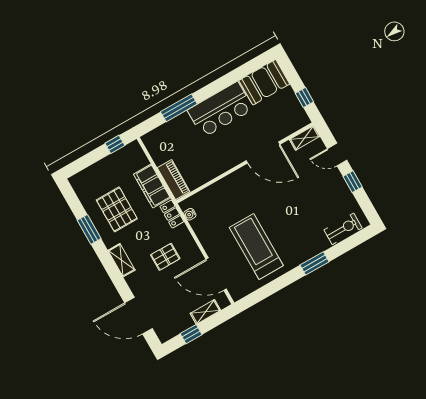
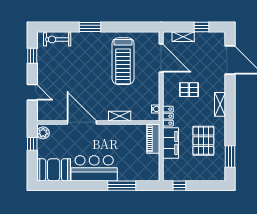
plant: (299, 116) -> (43, 133), added
shelving: (305, 138) -> (120, 116), moved
window: (353, 182) -> (32, 56), moved
window: (89, 229) -> (230, 156), moved

